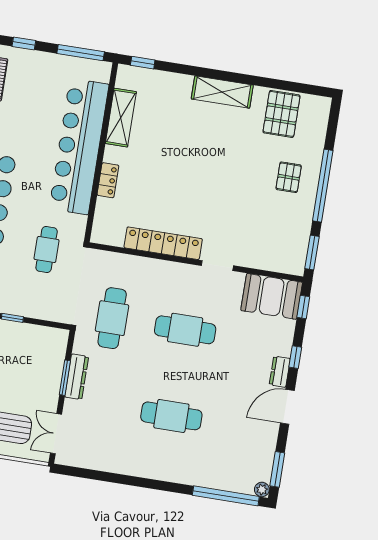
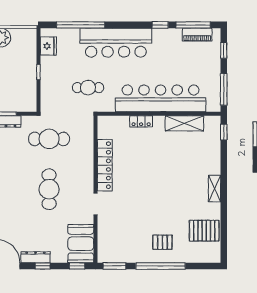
shelving: (222, 92) -> (215, 189), width x0.67, depth x0.75
dresser: (280, 372) -> (36, 257), width x1.44

